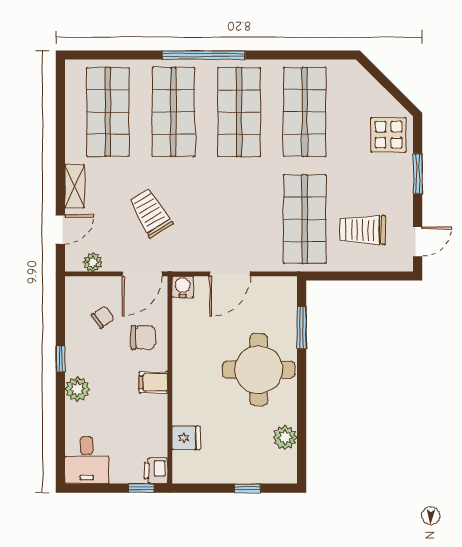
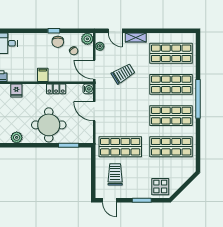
chair: (143, 337) -> (58, 42), moved
locker: (183, 354) -> (56, 89), added
plant: (77, 389) -> (87, 39), moved

